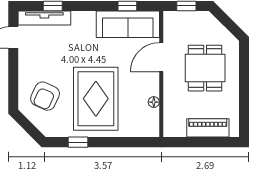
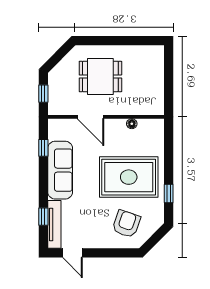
sofa: (128, 24) -> (60, 170), moved
armchair: (45, 96) -> (126, 224), turned -96
piano: (208, 128) -> (156, 74), removed

